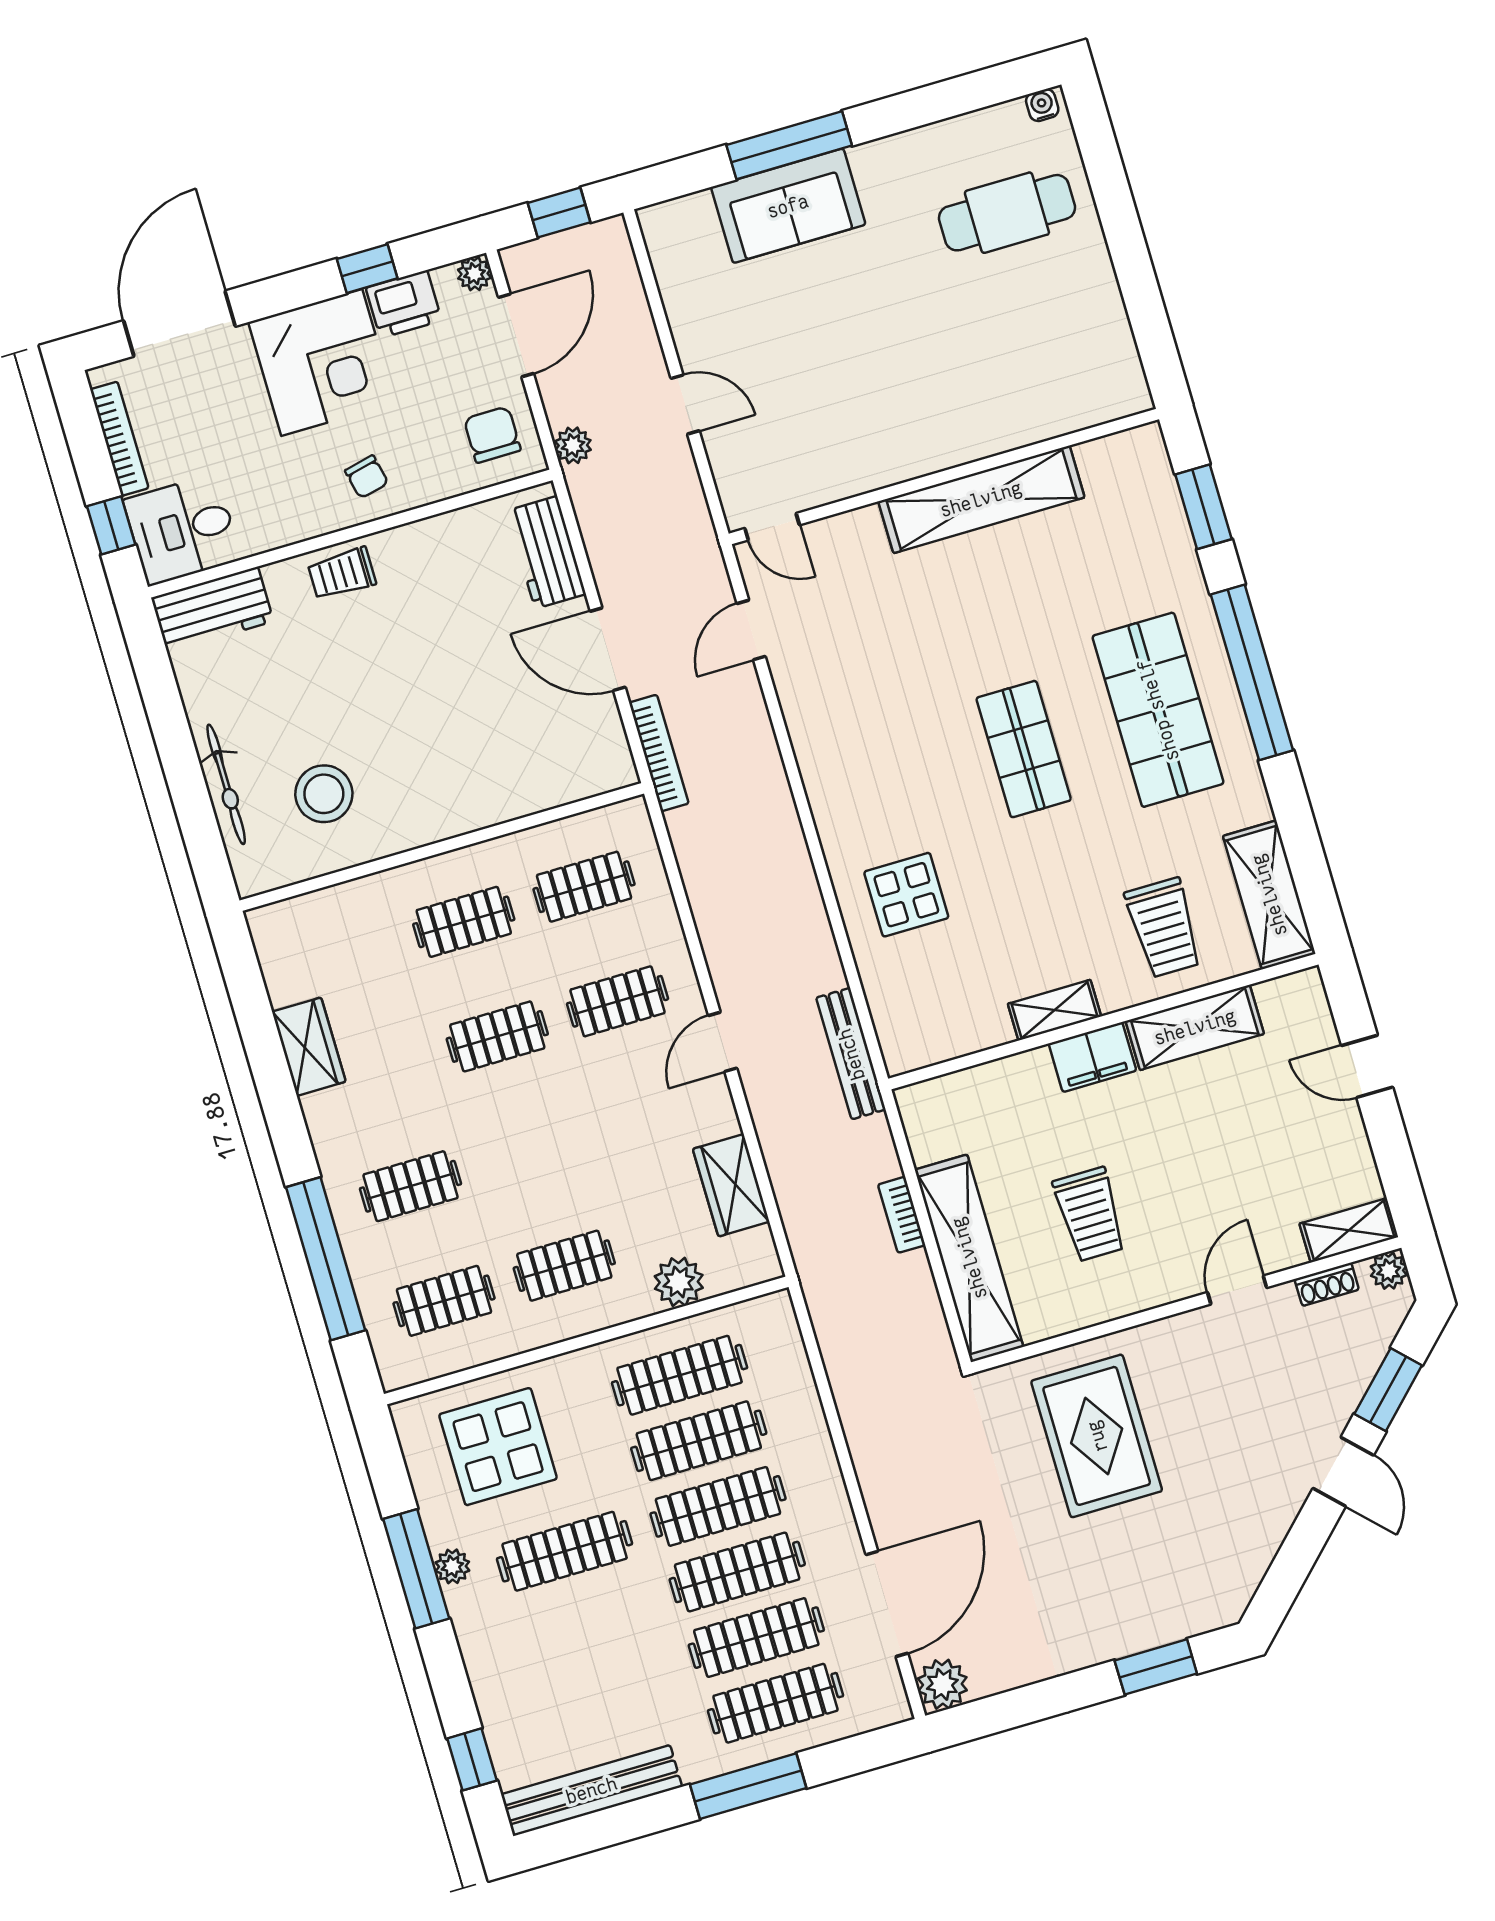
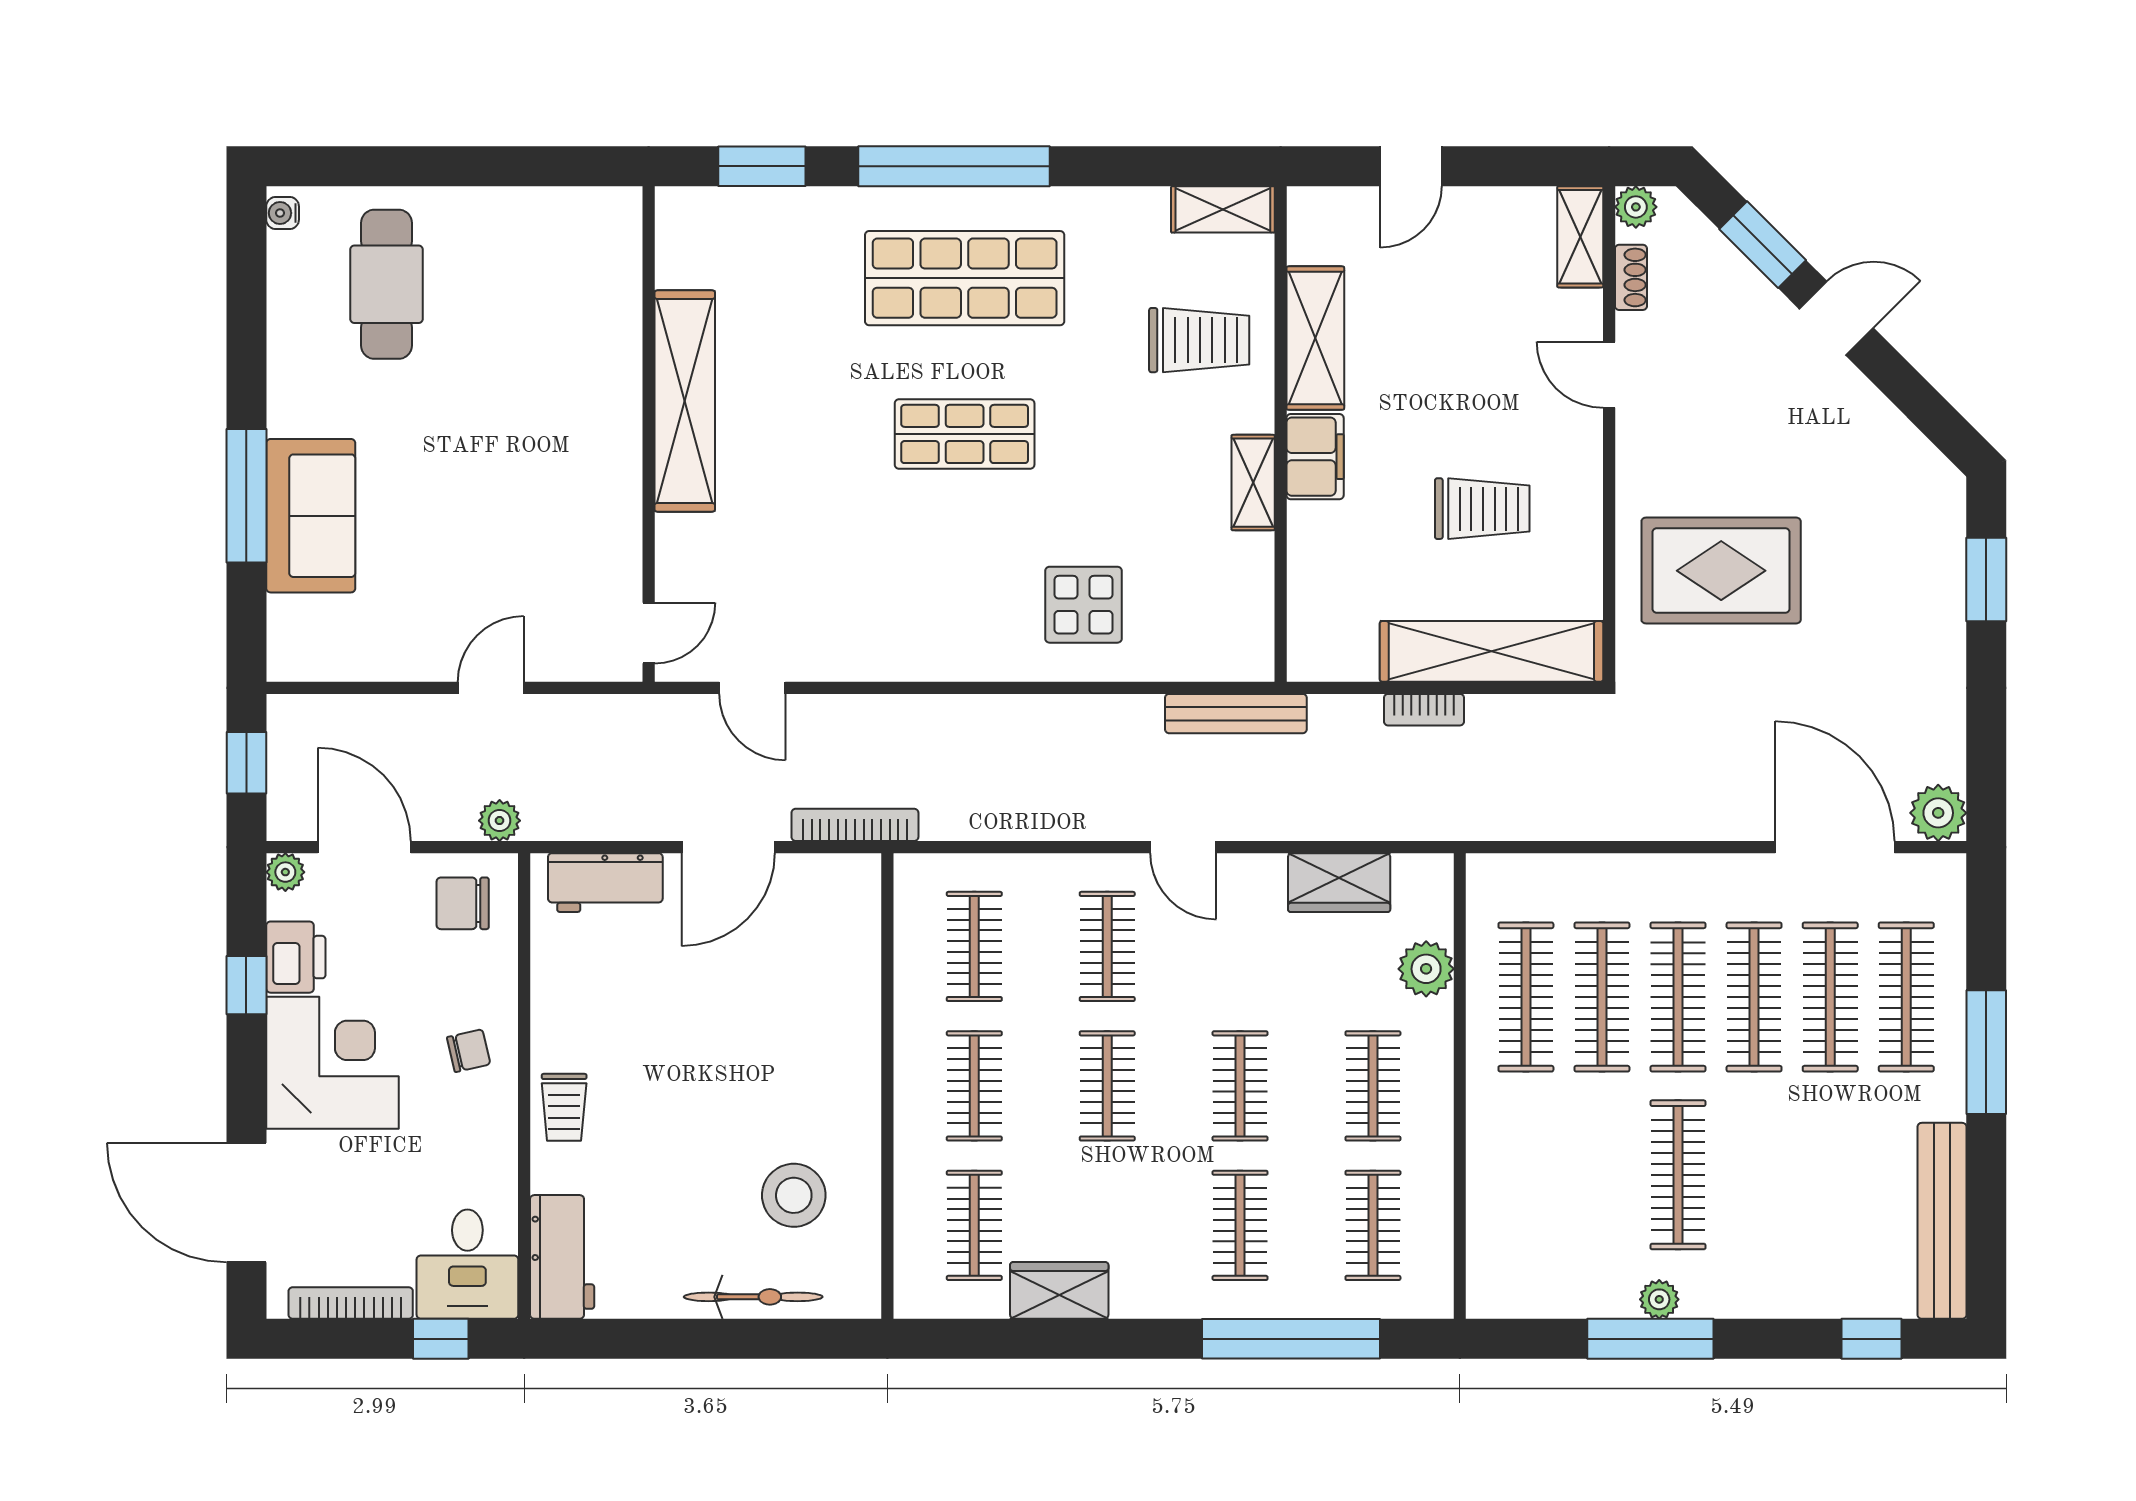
shelving: (1269, 895) -> (1223, 209), width x0.67, depth x0.75
clothes rail: (344, 957) -> (974, 1225), added
clothes rail: (531, 1151) -> (1240, 1086), added
display table: (498, 1447) -> (1545, 1213), removed

